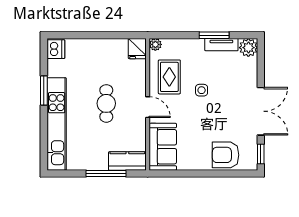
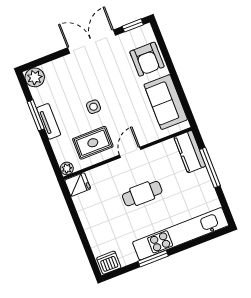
tv unit: (221, 45) -> (49, 121), moved
sofa: (163, 147) -> (166, 102), moved, turned -90

